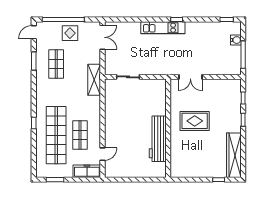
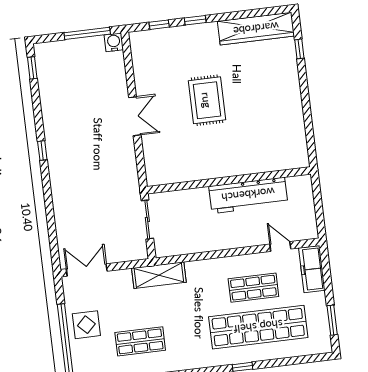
kitchen unit: (163, 28) -> (59, 172), removed
water cooler: (236, 40) -> (114, 42), moved
wall: (168, 128) -> (229, 180), moved
workbench: (158, 139) -> (248, 195), moved

